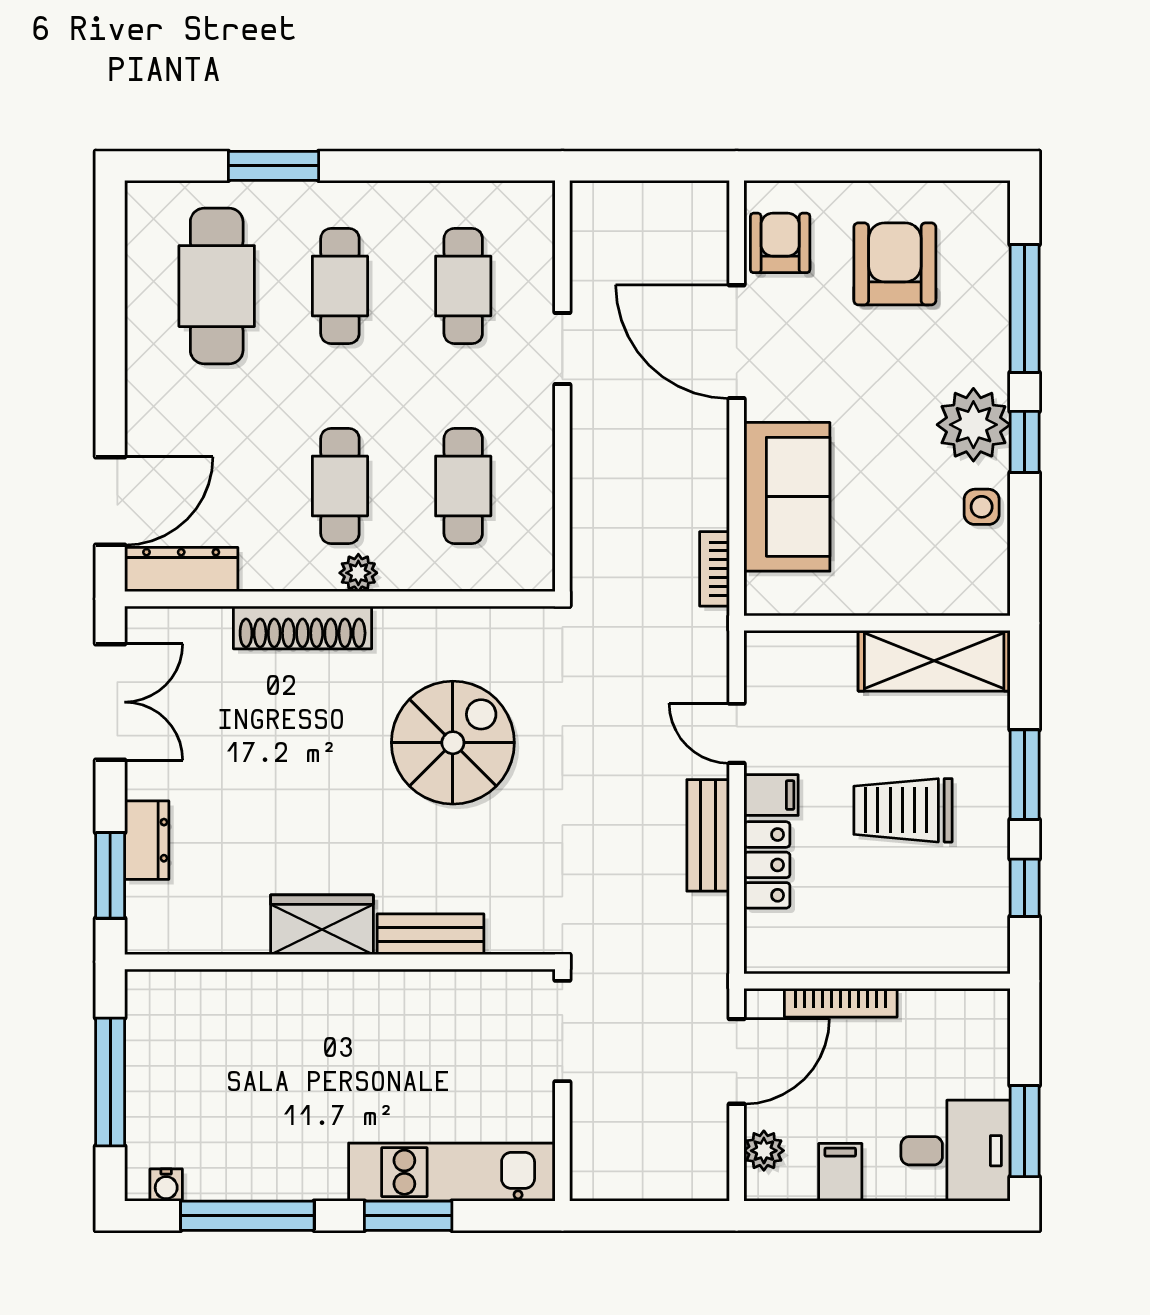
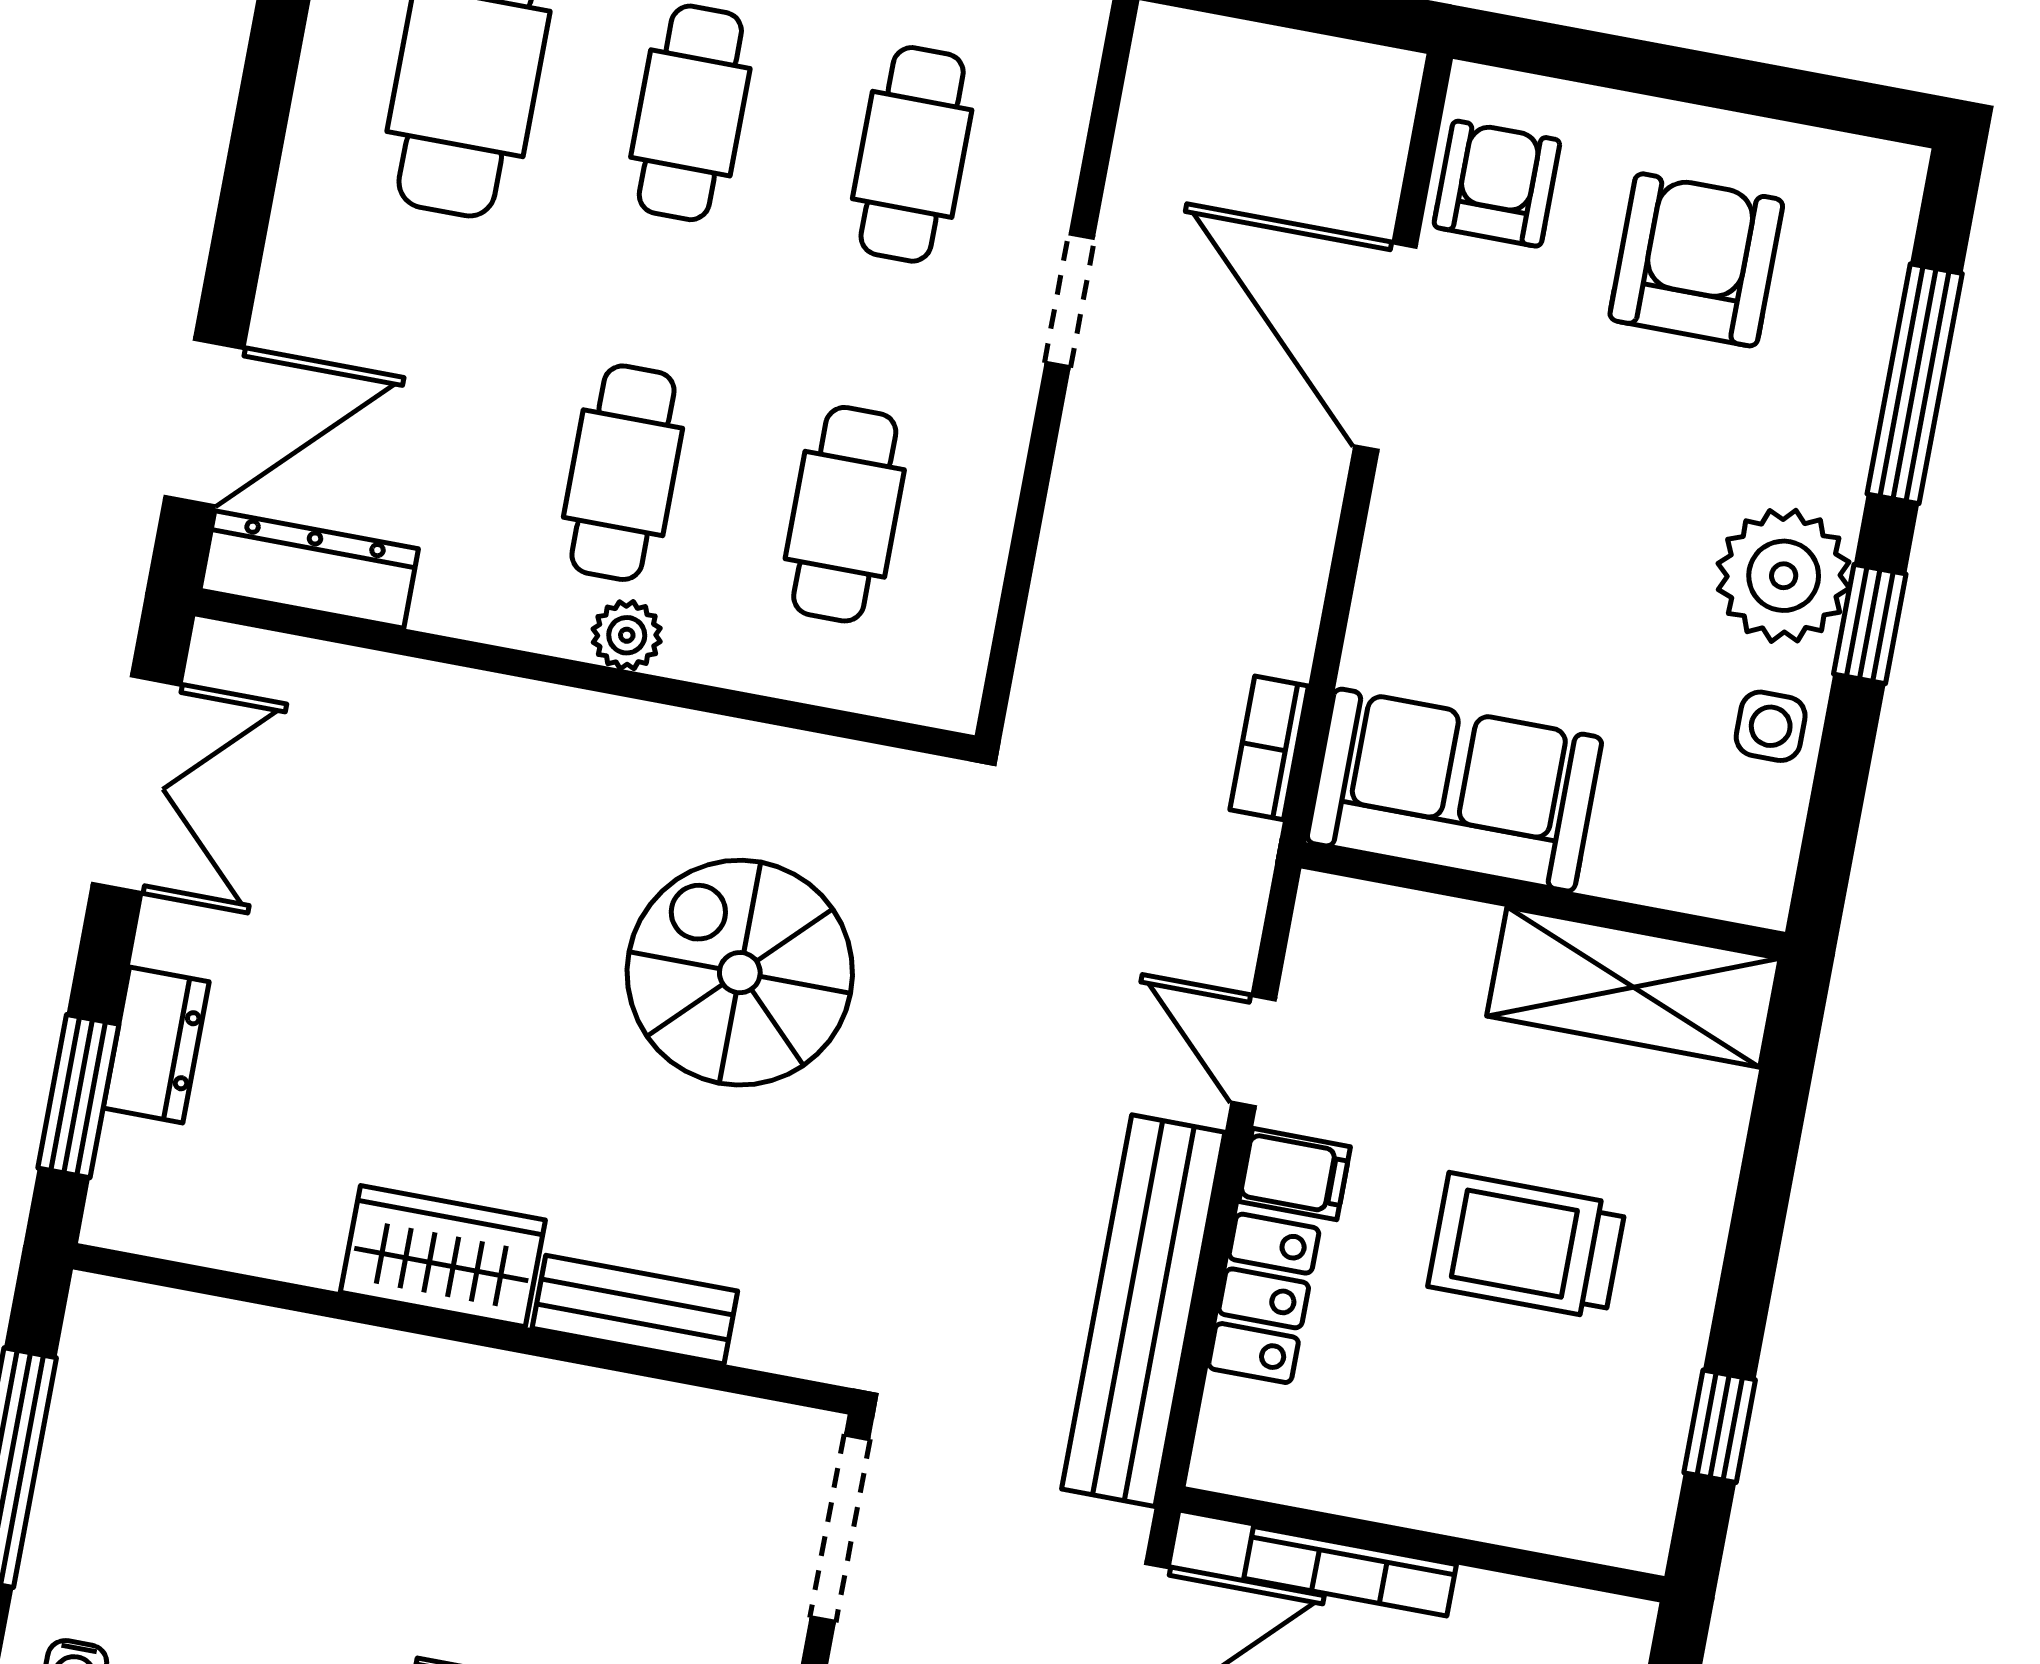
sofa: (787, 497) -> (1454, 790), moved, turned -90
shoe rack: (303, 628) -> (508, 715), removed
spiral stairs: (453, 743) -> (740, 973), turned -90
window: (1025, 775) -> (1758, 1223), removed
bench: (708, 835) -> (1143, 1311), width x1.86, depth x1.21

